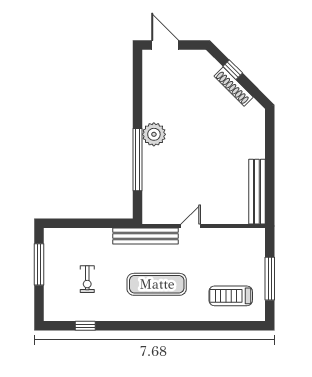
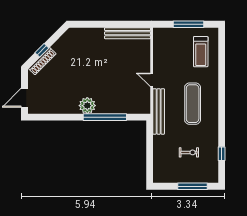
shoe rack: (234, 87) -> (42, 61), moved
window: (39, 264) -> (193, 186), moved

